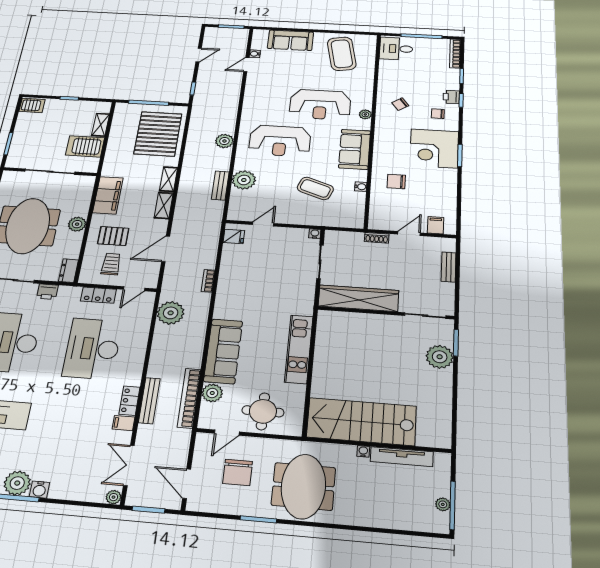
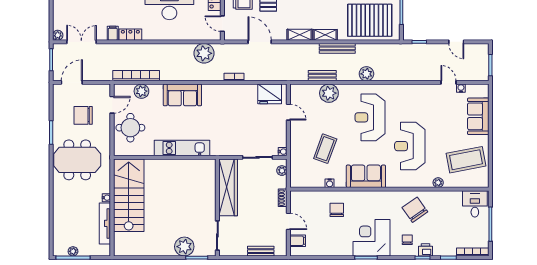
chair: (400, 104) -> (415, 210), width x1.87, depth x1.87
plant: (365, 114) -> (438, 183), moved
fridge: (234, 236) -> (270, 94), width x1.88, depth x1.34
plant: (340, 236) -> (282, 171), added
sofa: (223, 351) -> (182, 95), width x0.73
bench: (149, 401) -> (337, 48), moved
door: (227, 433) -> (112, 105), swing flipped

